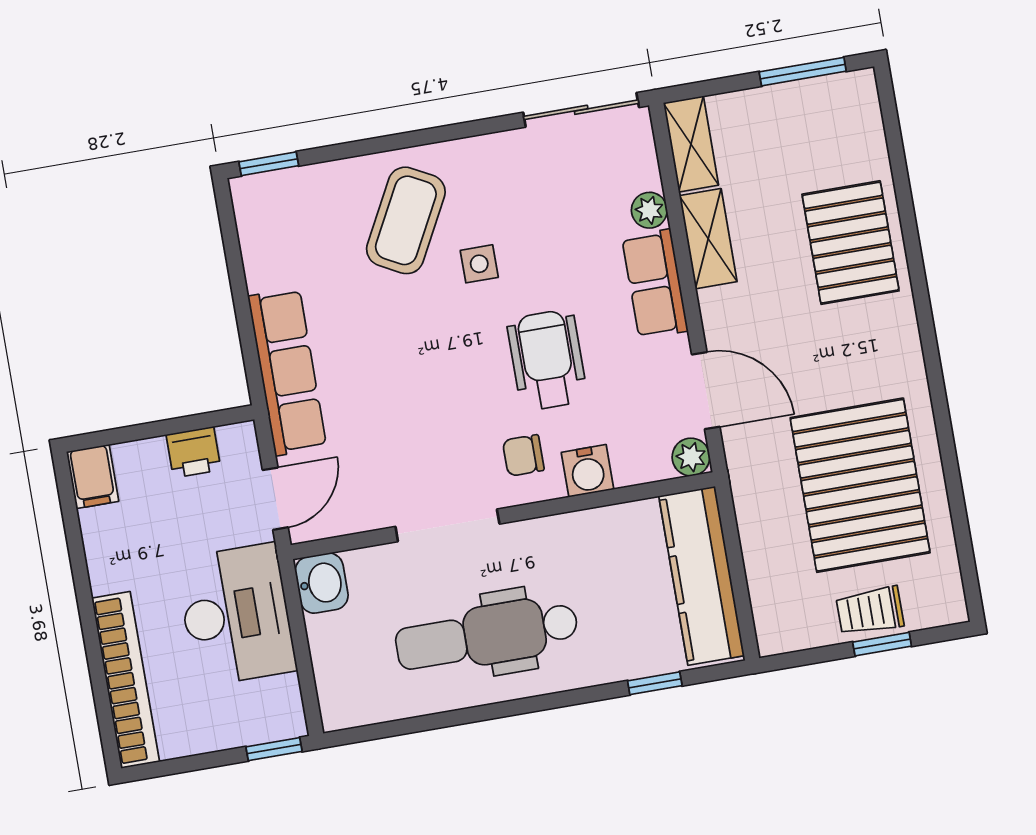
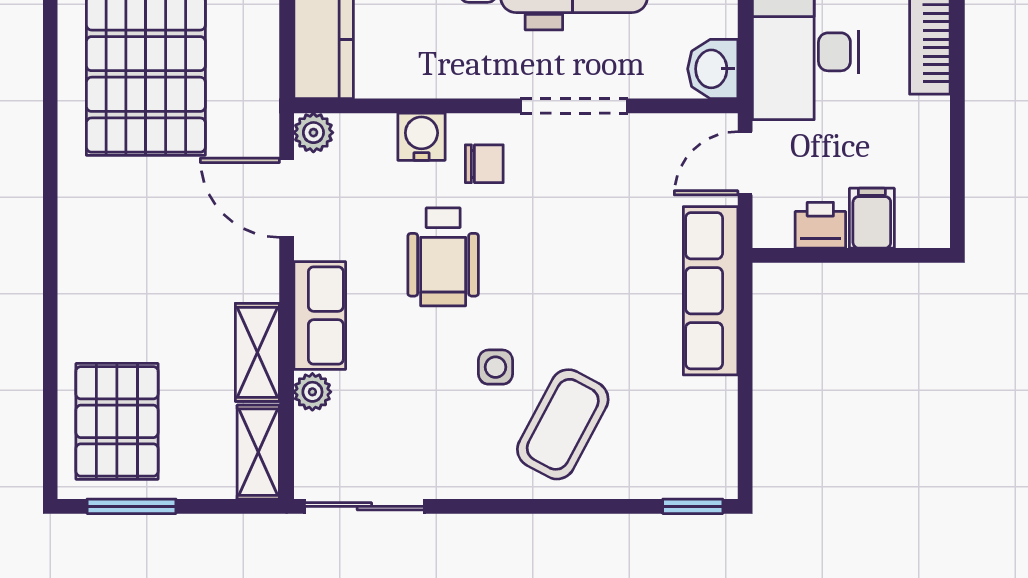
pallet: (851, 243) -> (117, 421), moved
filing cabinet: (93, 476) -> (872, 218), moved

